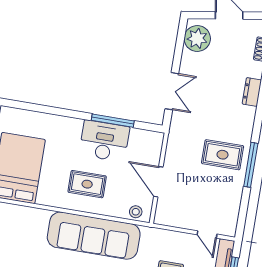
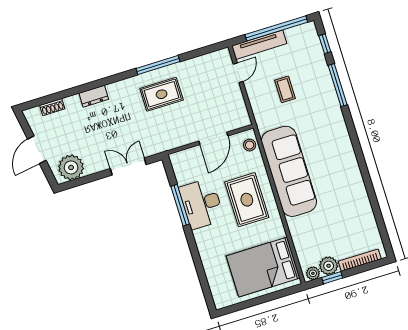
rug: (223, 155) -> (162, 94), turned 90
rug: (87, 184) -> (247, 200), width x1.36, depth x1.43

